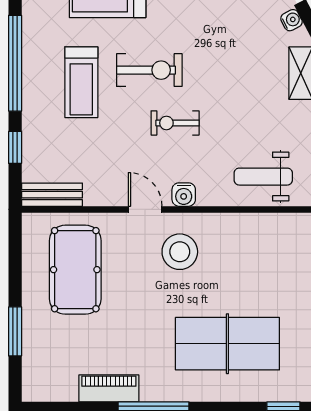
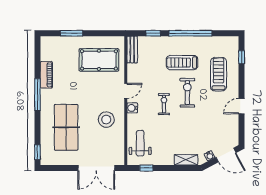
exercise bike: (149, 70) -> (187, 93), turned 180
stool: (180, 252) -> (106, 120), moved

